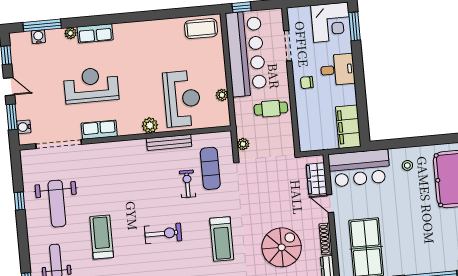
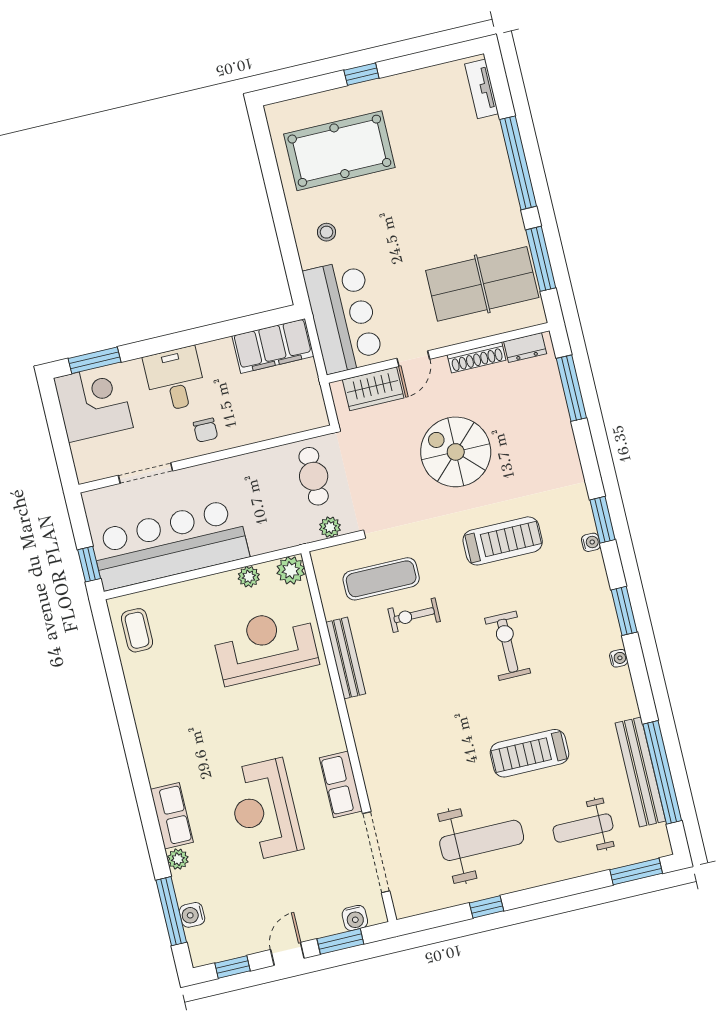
coffee table: (201, 29) -> (137, 630), width x0.73, depth x0.77
cafe table: (271, 109) -> (314, 476), moved
plant: (150, 125) -> (291, 570), moved
spiral stairs: (282, 247) -> (456, 452), moved

